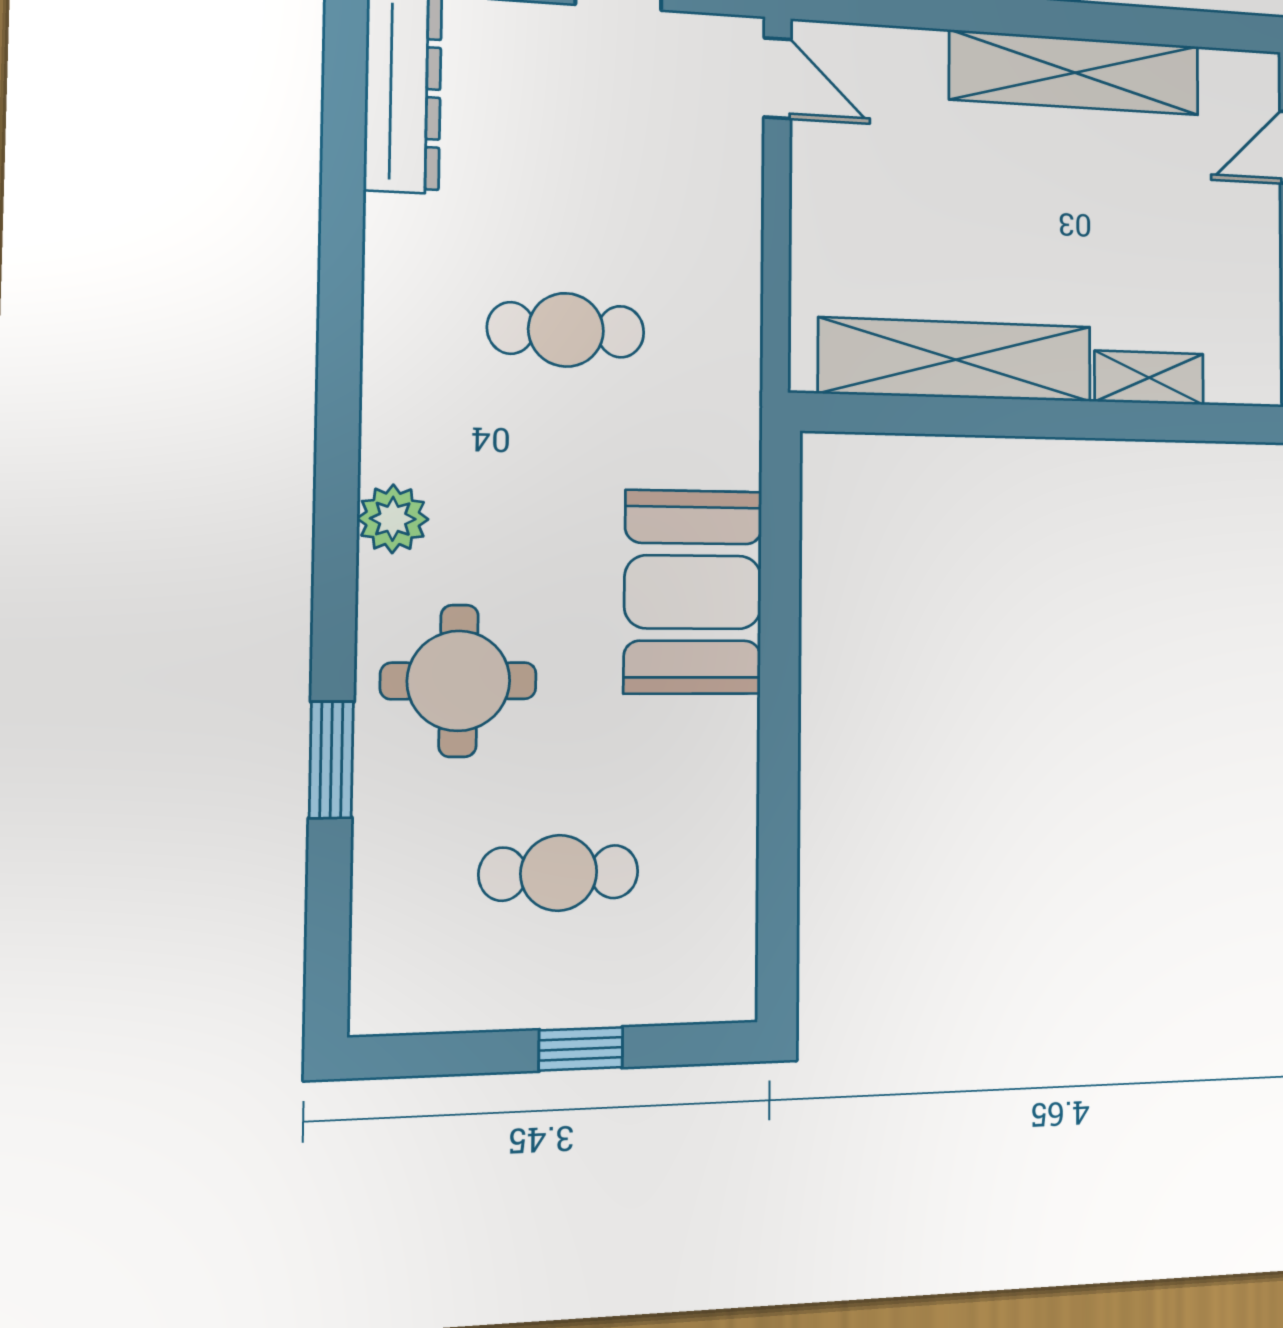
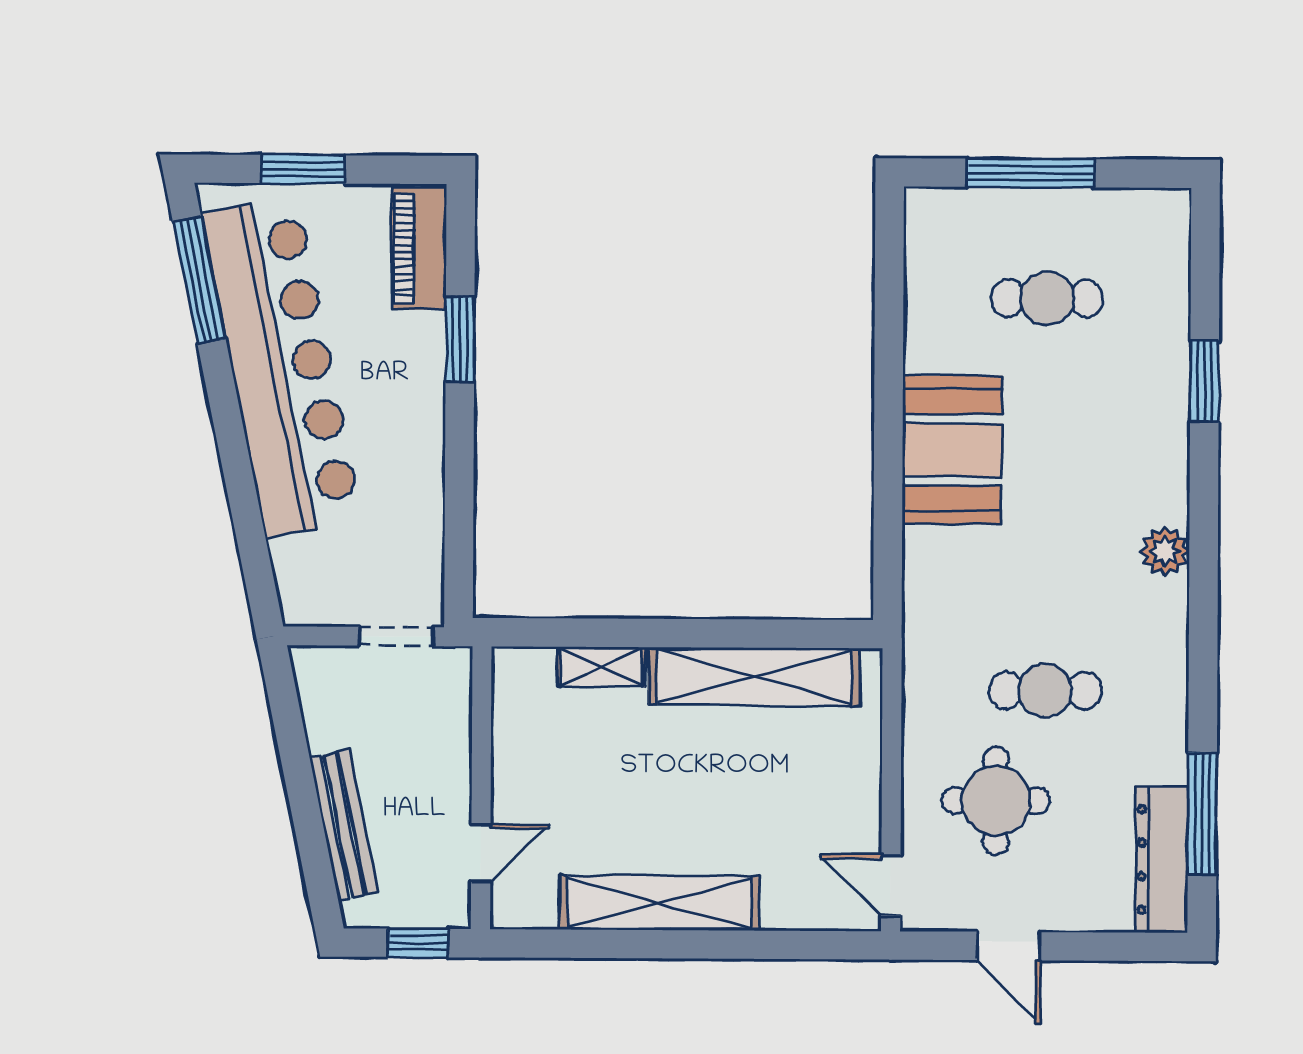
window: (343, 152) -> (1202, 814), added
booth: (693, 592) -> (952, 450), moved
round table: (459, 681) -> (996, 801), moved
window: (581, 1049) -> (1031, 173), width x2.17

